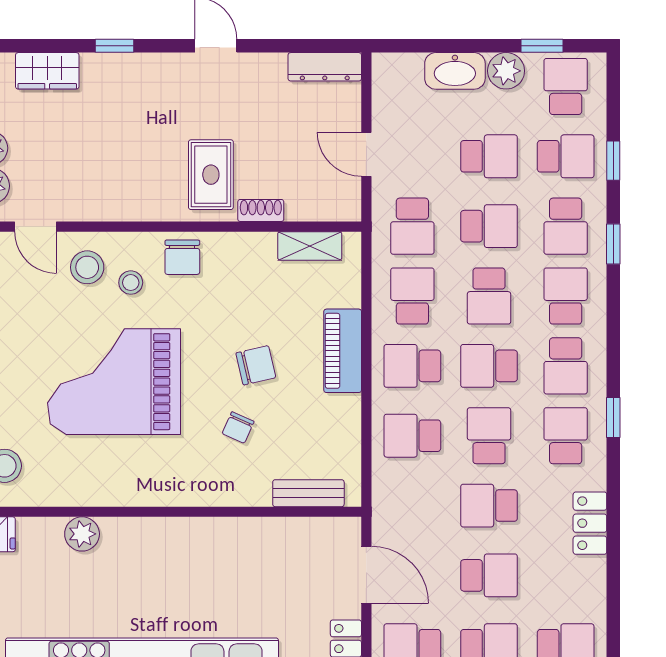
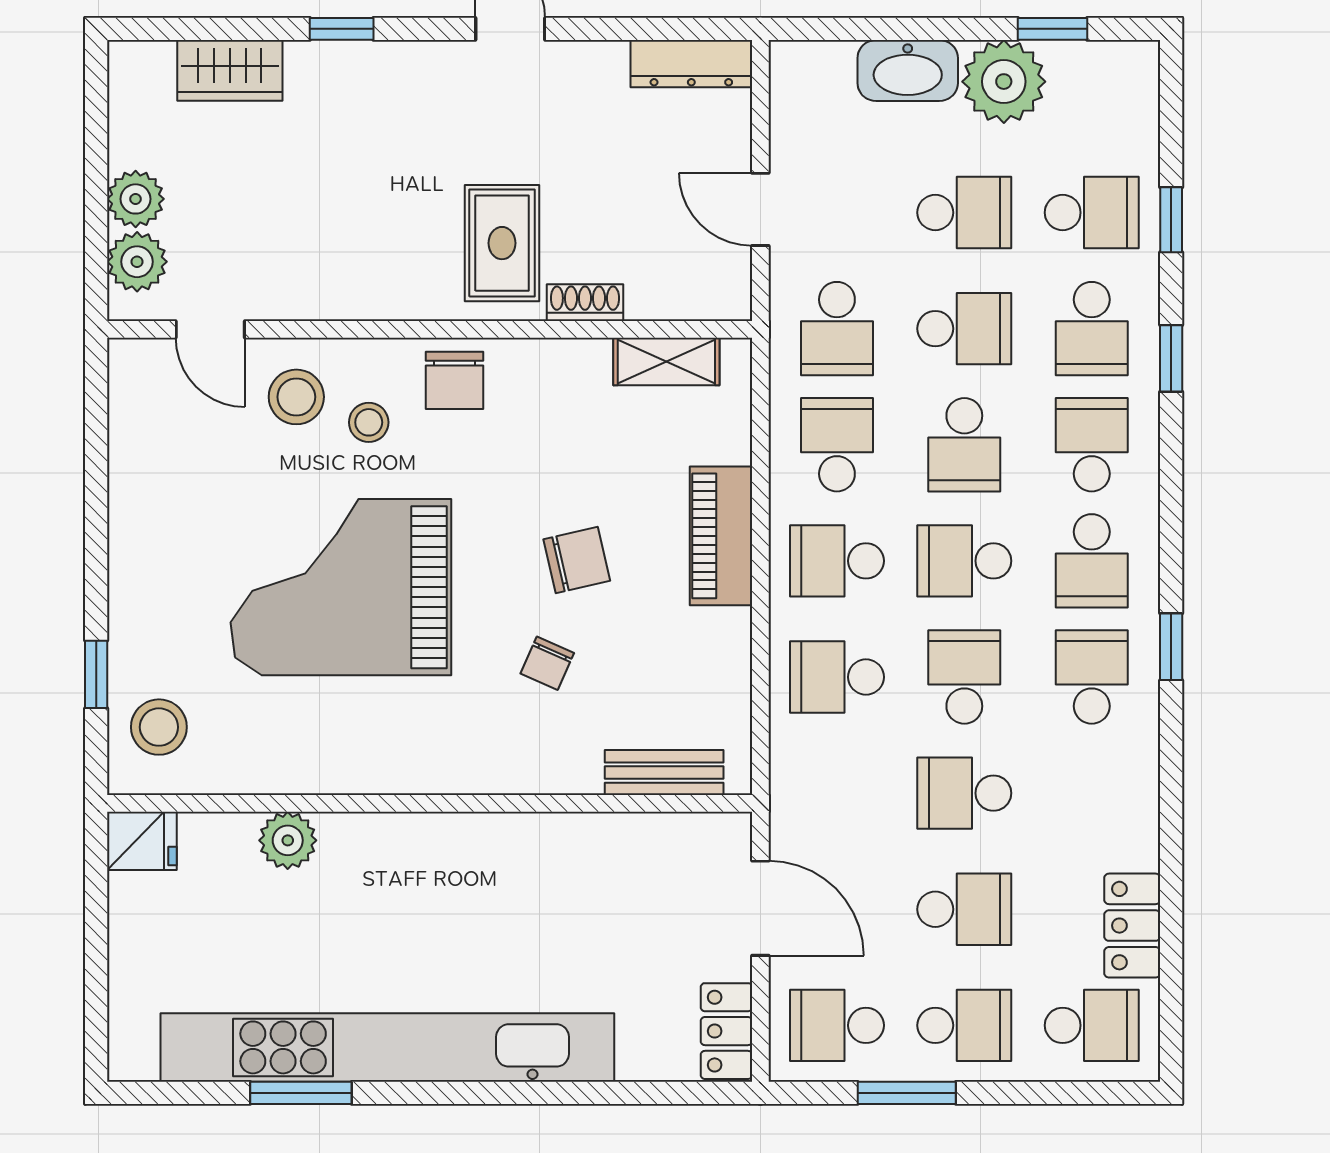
plant: (506, 71) -> (1004, 82), width x1.36, depth x1.36
school desk: (566, 86) -> (1092, 96), removed
locker: (590, 523) -> (1132, 926), moved

